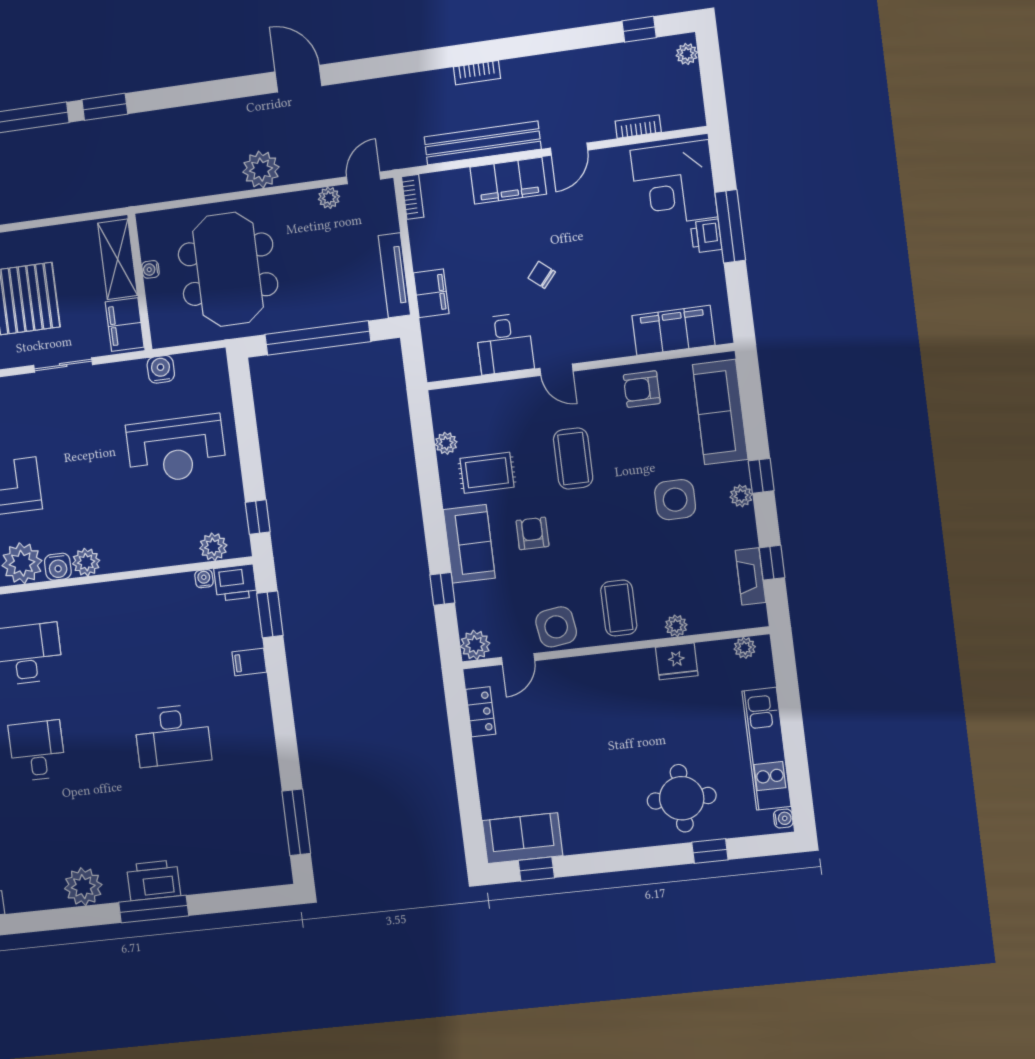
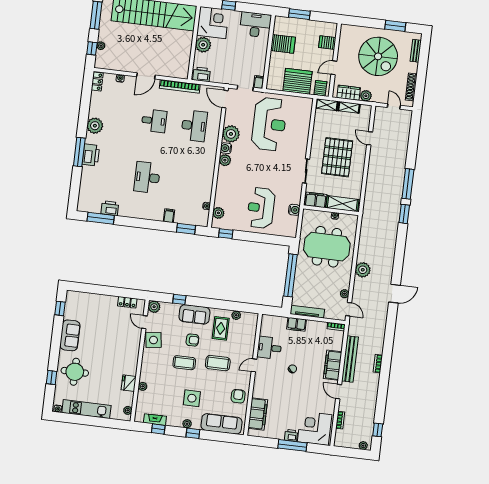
printer: (235, 583) -> (110, 208), moved, turned 90
coffee table: (619, 608) -> (184, 363), moved
sofa: (522, 838) -> (70, 335), moved

